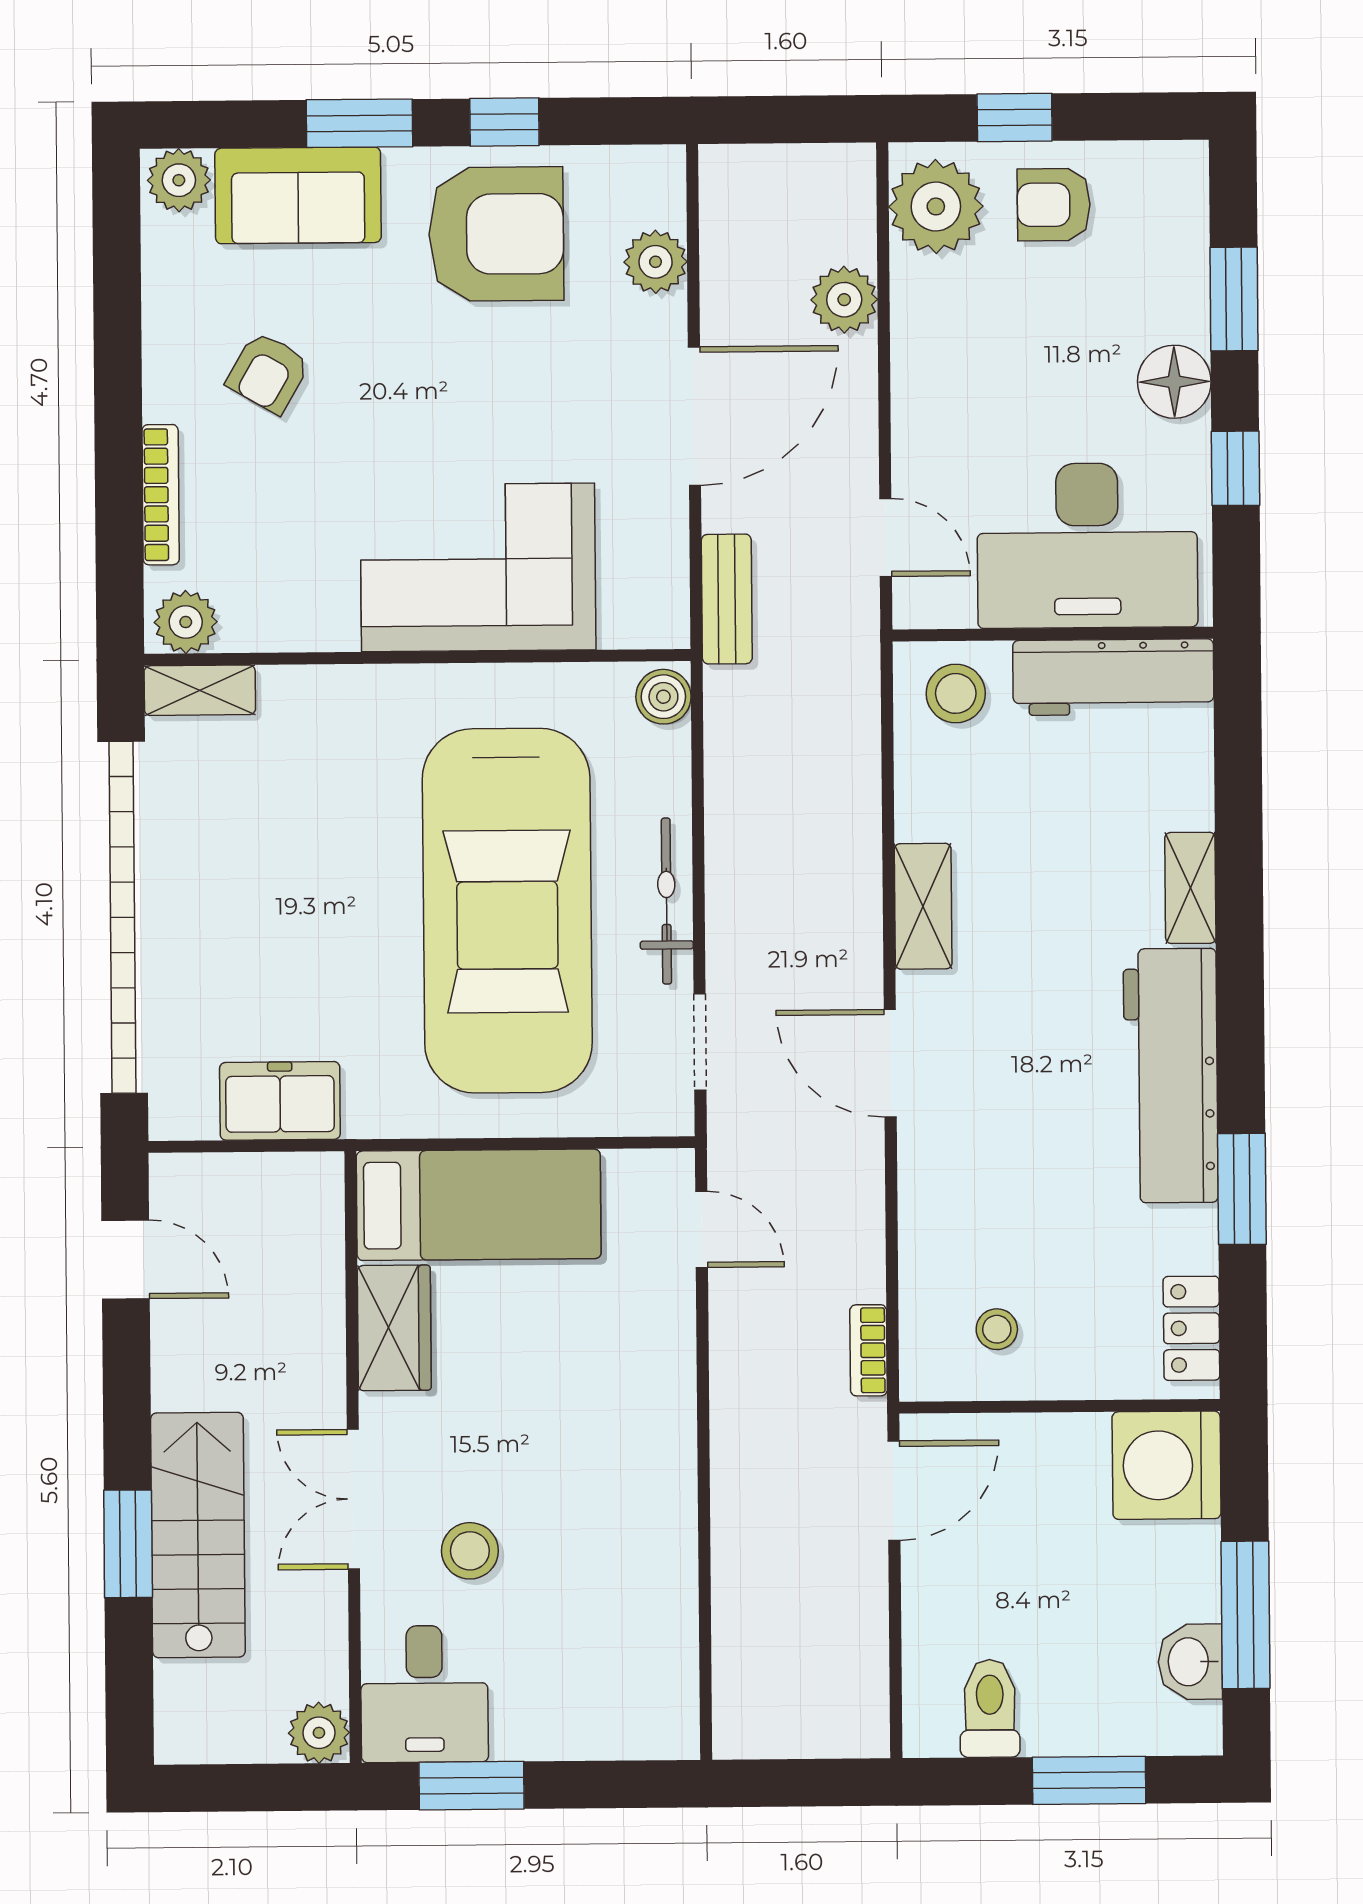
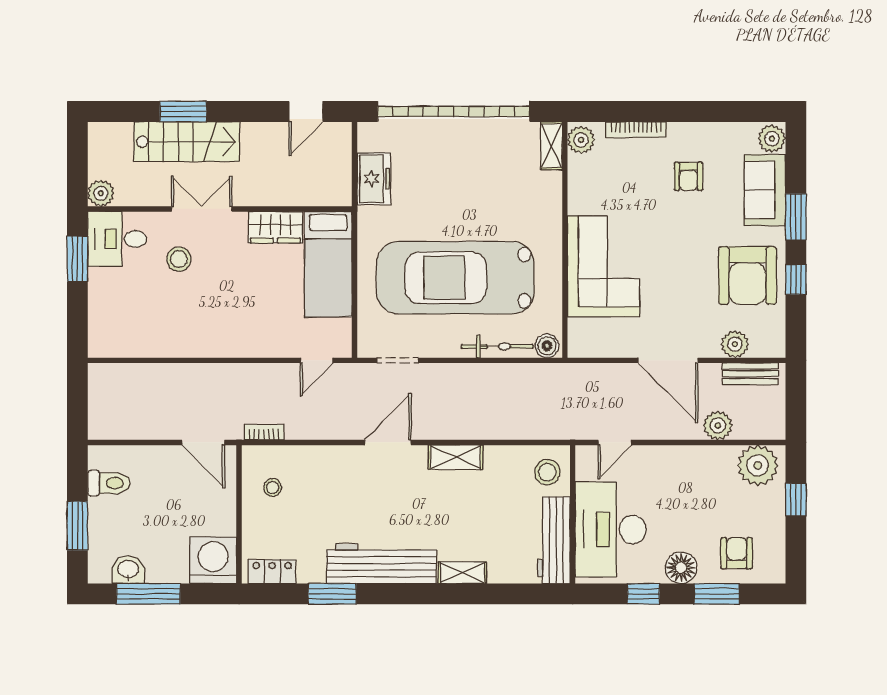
armchair: (1054, 205) -> (737, 553), moved
armchair: (268, 373) -> (688, 176), turned -120
bench: (727, 599) -> (750, 374), moved
bicycle: (666, 901) -> (497, 346), moved

